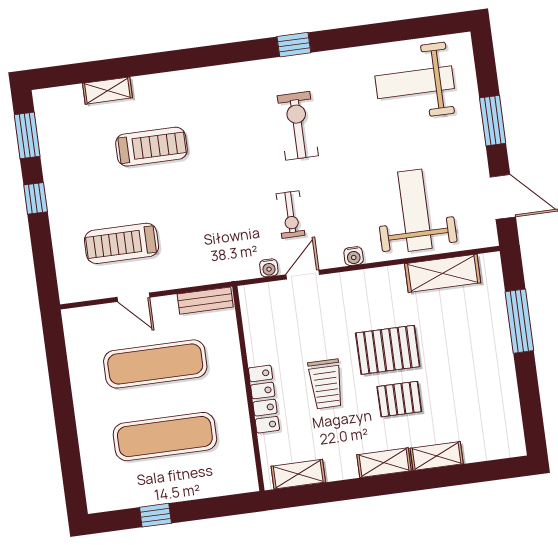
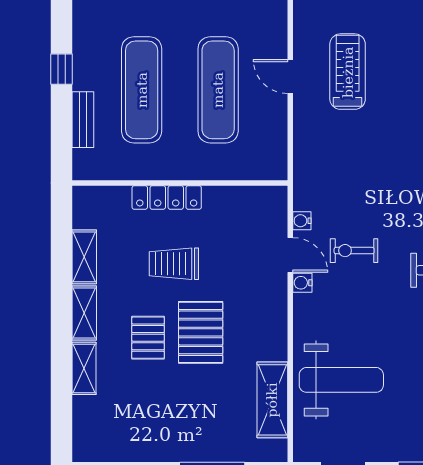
water cooler: (354, 256) -> (302, 283), moved
door: (133, 297) -> (290, 77), hinge flipped
bench: (205, 301) -> (83, 120), moved
shelving: (298, 474) -> (84, 257), moved

